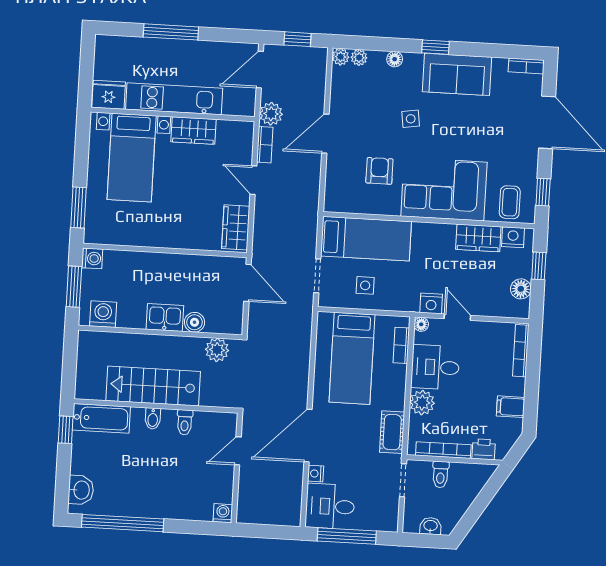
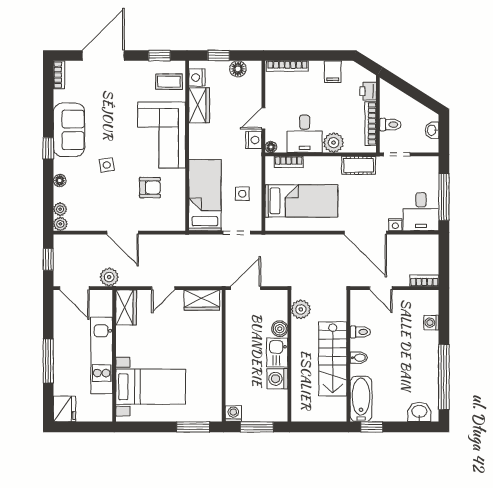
fridge: (109, 95) -> (65, 409), moved, turned 180
wardrobe: (194, 130) -> (126, 307), moved
bookcase: (265, 145) -> (424, 281), moved
armchair: (379, 171) -> (150, 188), turned 180
washing machine: (103, 314) -> (277, 379), moved
washing machine: (223, 513) -> (431, 323), moved

